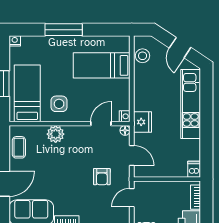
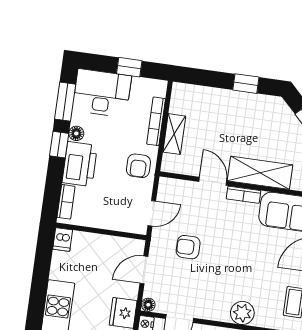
door: (132, 155) -> (144, 270), hinge flipped
armchair: (102, 177) -> (188, 247), turned -90

